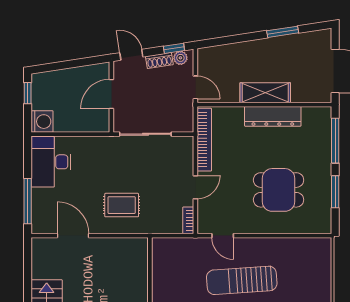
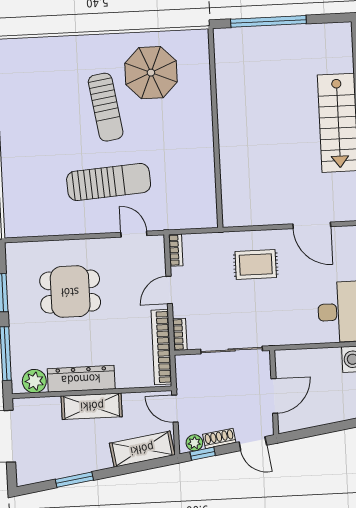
shelving: (225, 55) -> (142, 449), added
plant: (312, 116) -> (34, 381), added
bookcase: (188, 149) -> (180, 334), added

